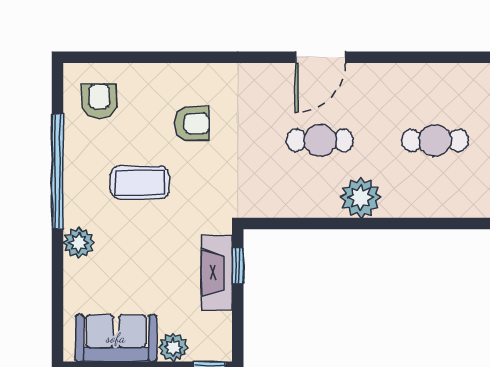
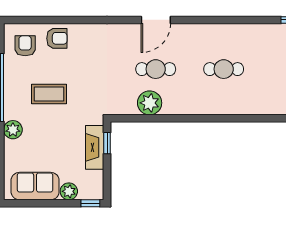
armchair: (192, 124) -> (57, 38), moved
plant: (361, 198) -> (150, 103), moved

